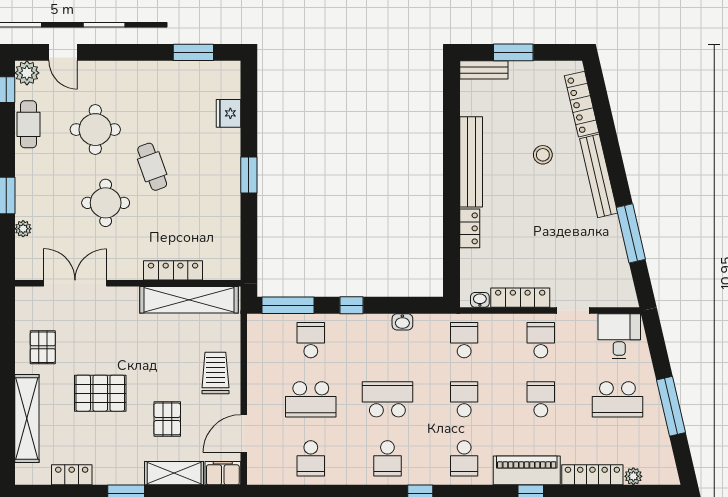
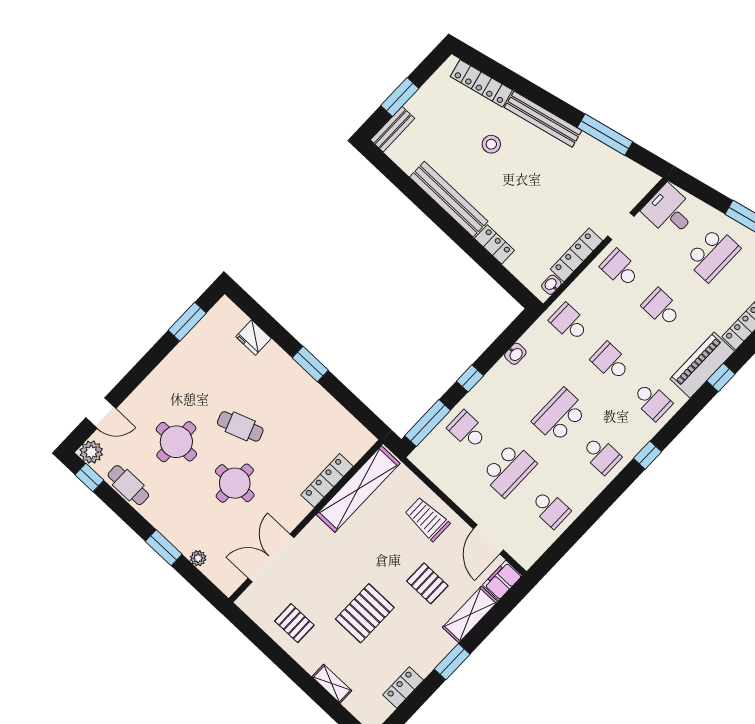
shelving: (27, 418) -> (332, 684), width x0.45, depth x0.75

